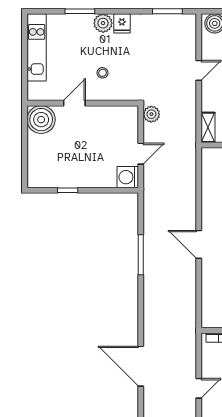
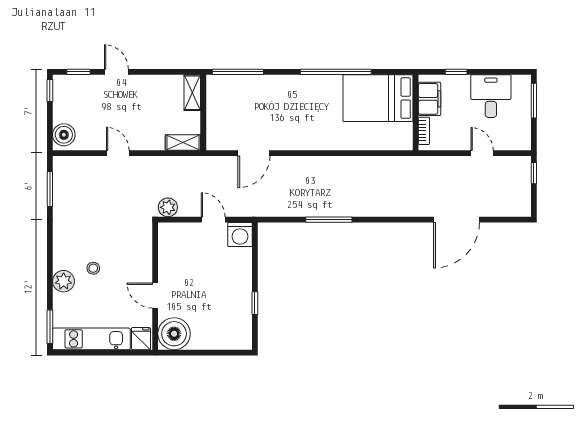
window: (80, 11) -> (50, 327), moved
plant: (103, 23) -> (64, 281), moved
fridge: (122, 23) -> (141, 339), moved, turned -90
stool: (103, 73) -> (93, 268), moved
door: (199, 244) -> (254, 153), moved

